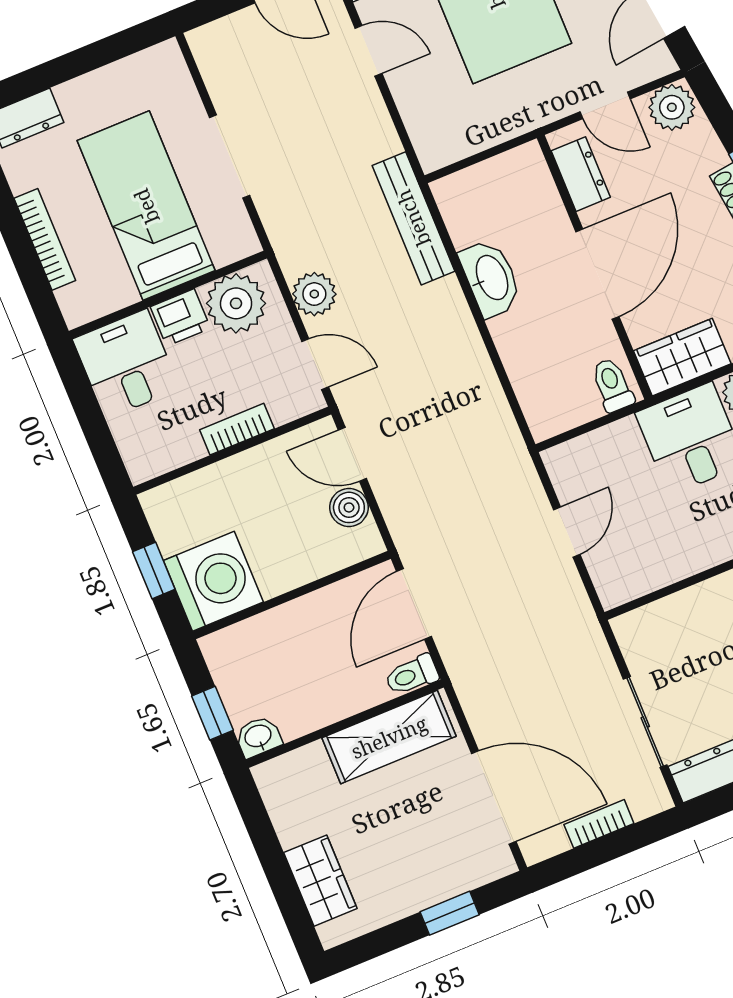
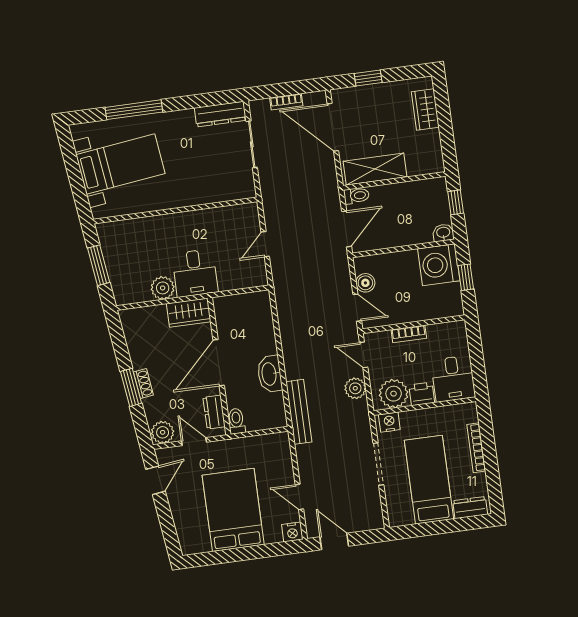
bed: (146, 206) -> (429, 480), moved, turned 180
nightstand: (230, 245) -> (389, 422), added
toilet: (612, 385) -> (236, 421), moved, turned 180
washbasin: (258, 737) -> (443, 233), moved, turned 180

